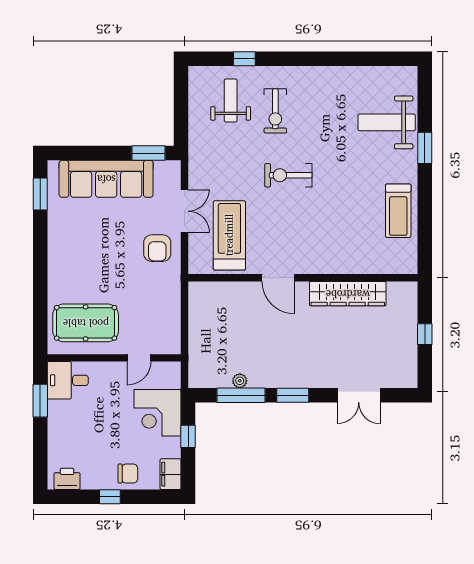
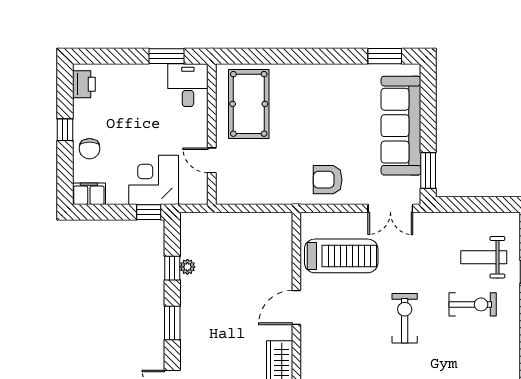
weight bench: (231, 100) -> (484, 257), turned 180
exercise bike: (275, 111) -> (473, 304), turned 180
double door: (184, 211) -> (390, 208), moved
window: (241, 395) -> (172, 268), width x0.46
window: (188, 436) -> (149, 212), moved

